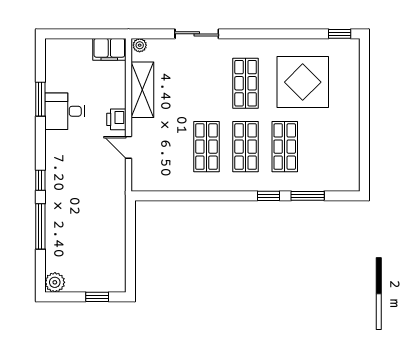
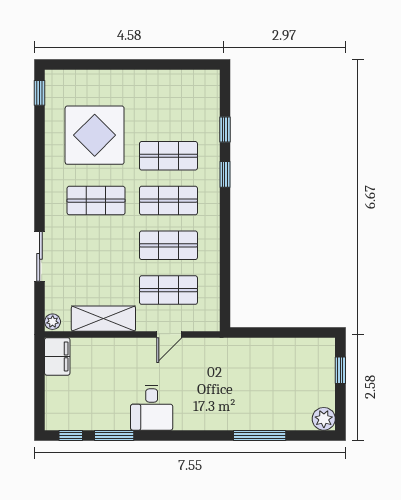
desk: (65, 111) -> (152, 408), moved
printer: (116, 119) -> (137, 348), removed
shop shelf: (167, 147) -> (168, 290), added
window: (40, 180) -> (71, 435), moved
window: (308, 196) -> (225, 130), width x0.67

